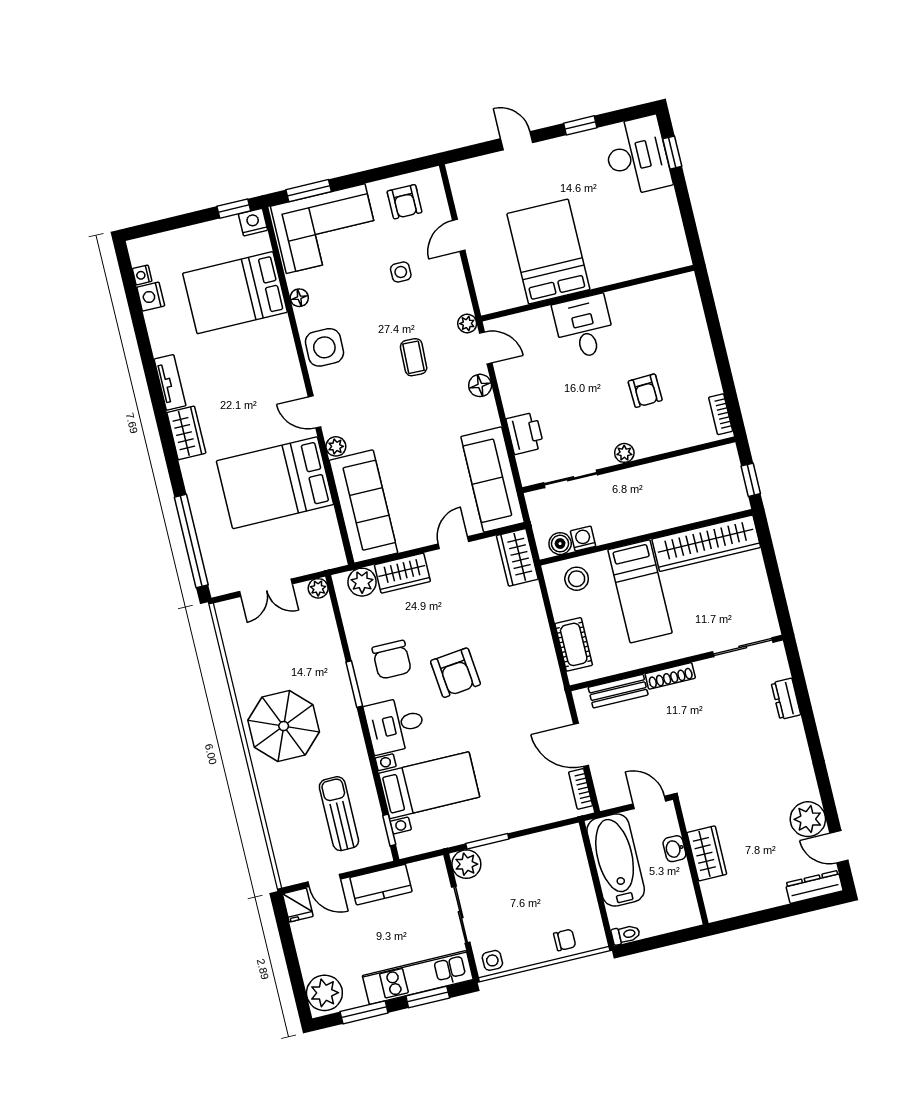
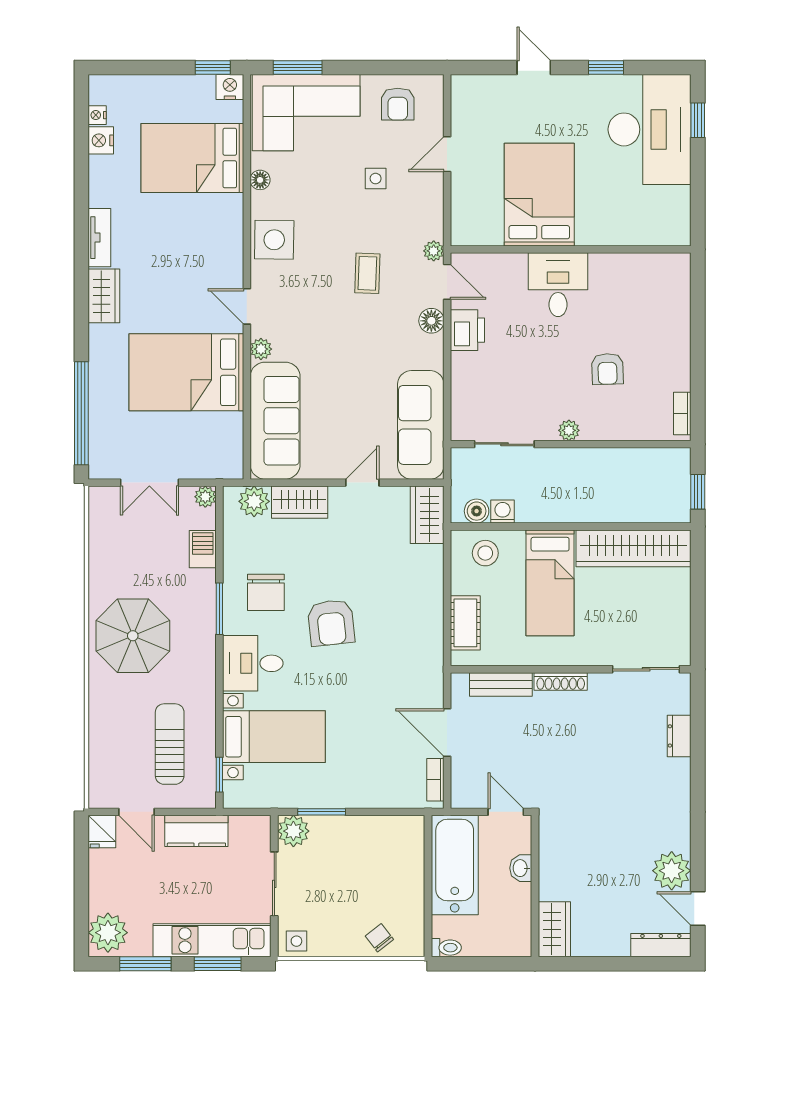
desk: (637, 156) -> (650, 129), width x1.36, depth x1.30
printer: (525, 433) -> (467, 330), moved
barbecue: (327, 635) -> (203, 549), added
wardrobe: (707, 853) -> (554, 929), moved
chair: (565, 940) -> (379, 938), turned -128

